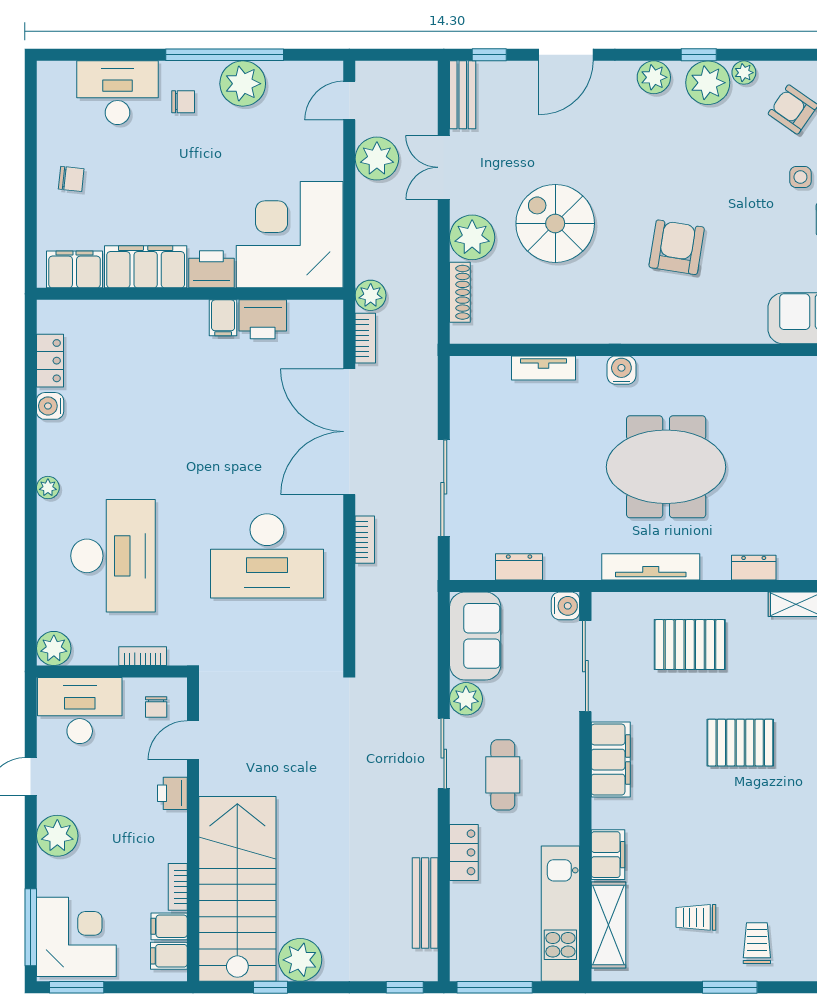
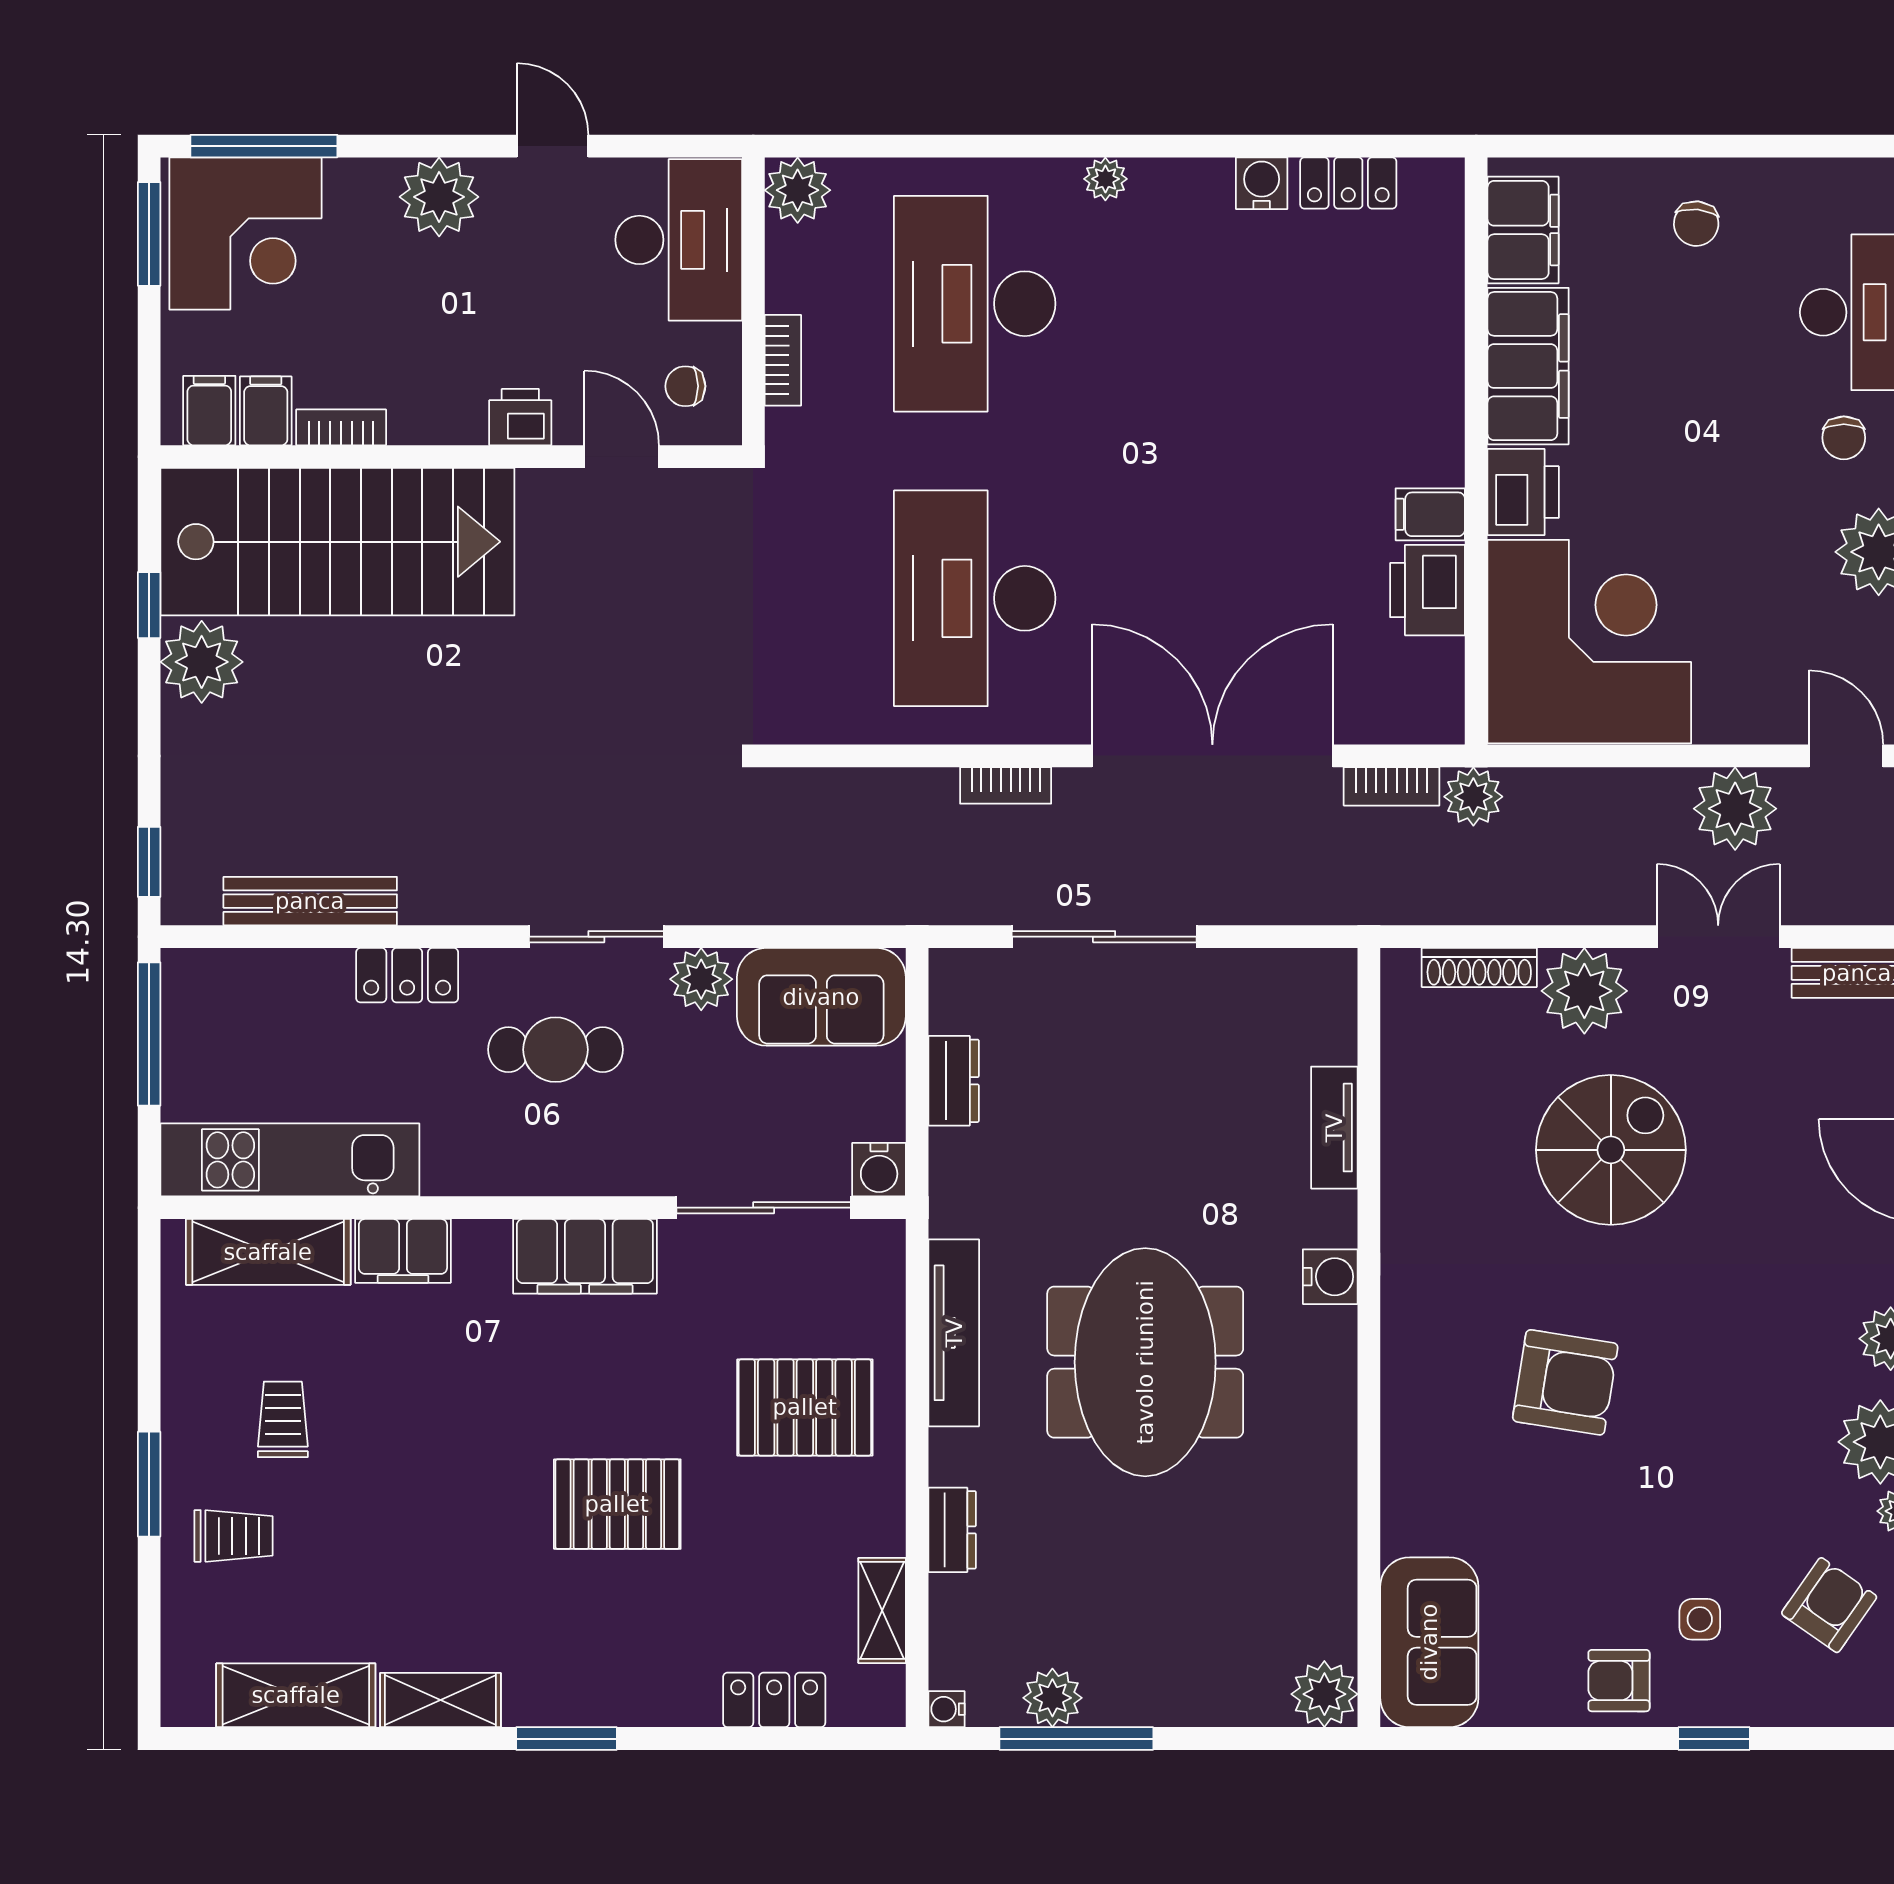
desk: (113, 556) -> (975, 304), turned 90
pallet: (690, 645) -> (805, 1407), turned 90
pallet: (740, 743) -> (617, 1504), turned 90

